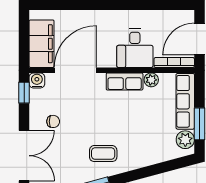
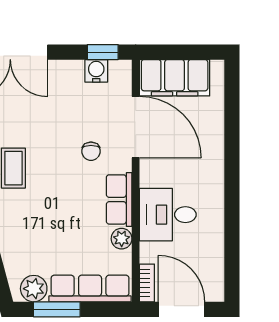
bookcase: (174, 63) -> (147, 283), width x0.64
water cooler: (37, 80) -> (96, 71), moved, turned -90
chair: (53, 121) -> (91, 151), moved

